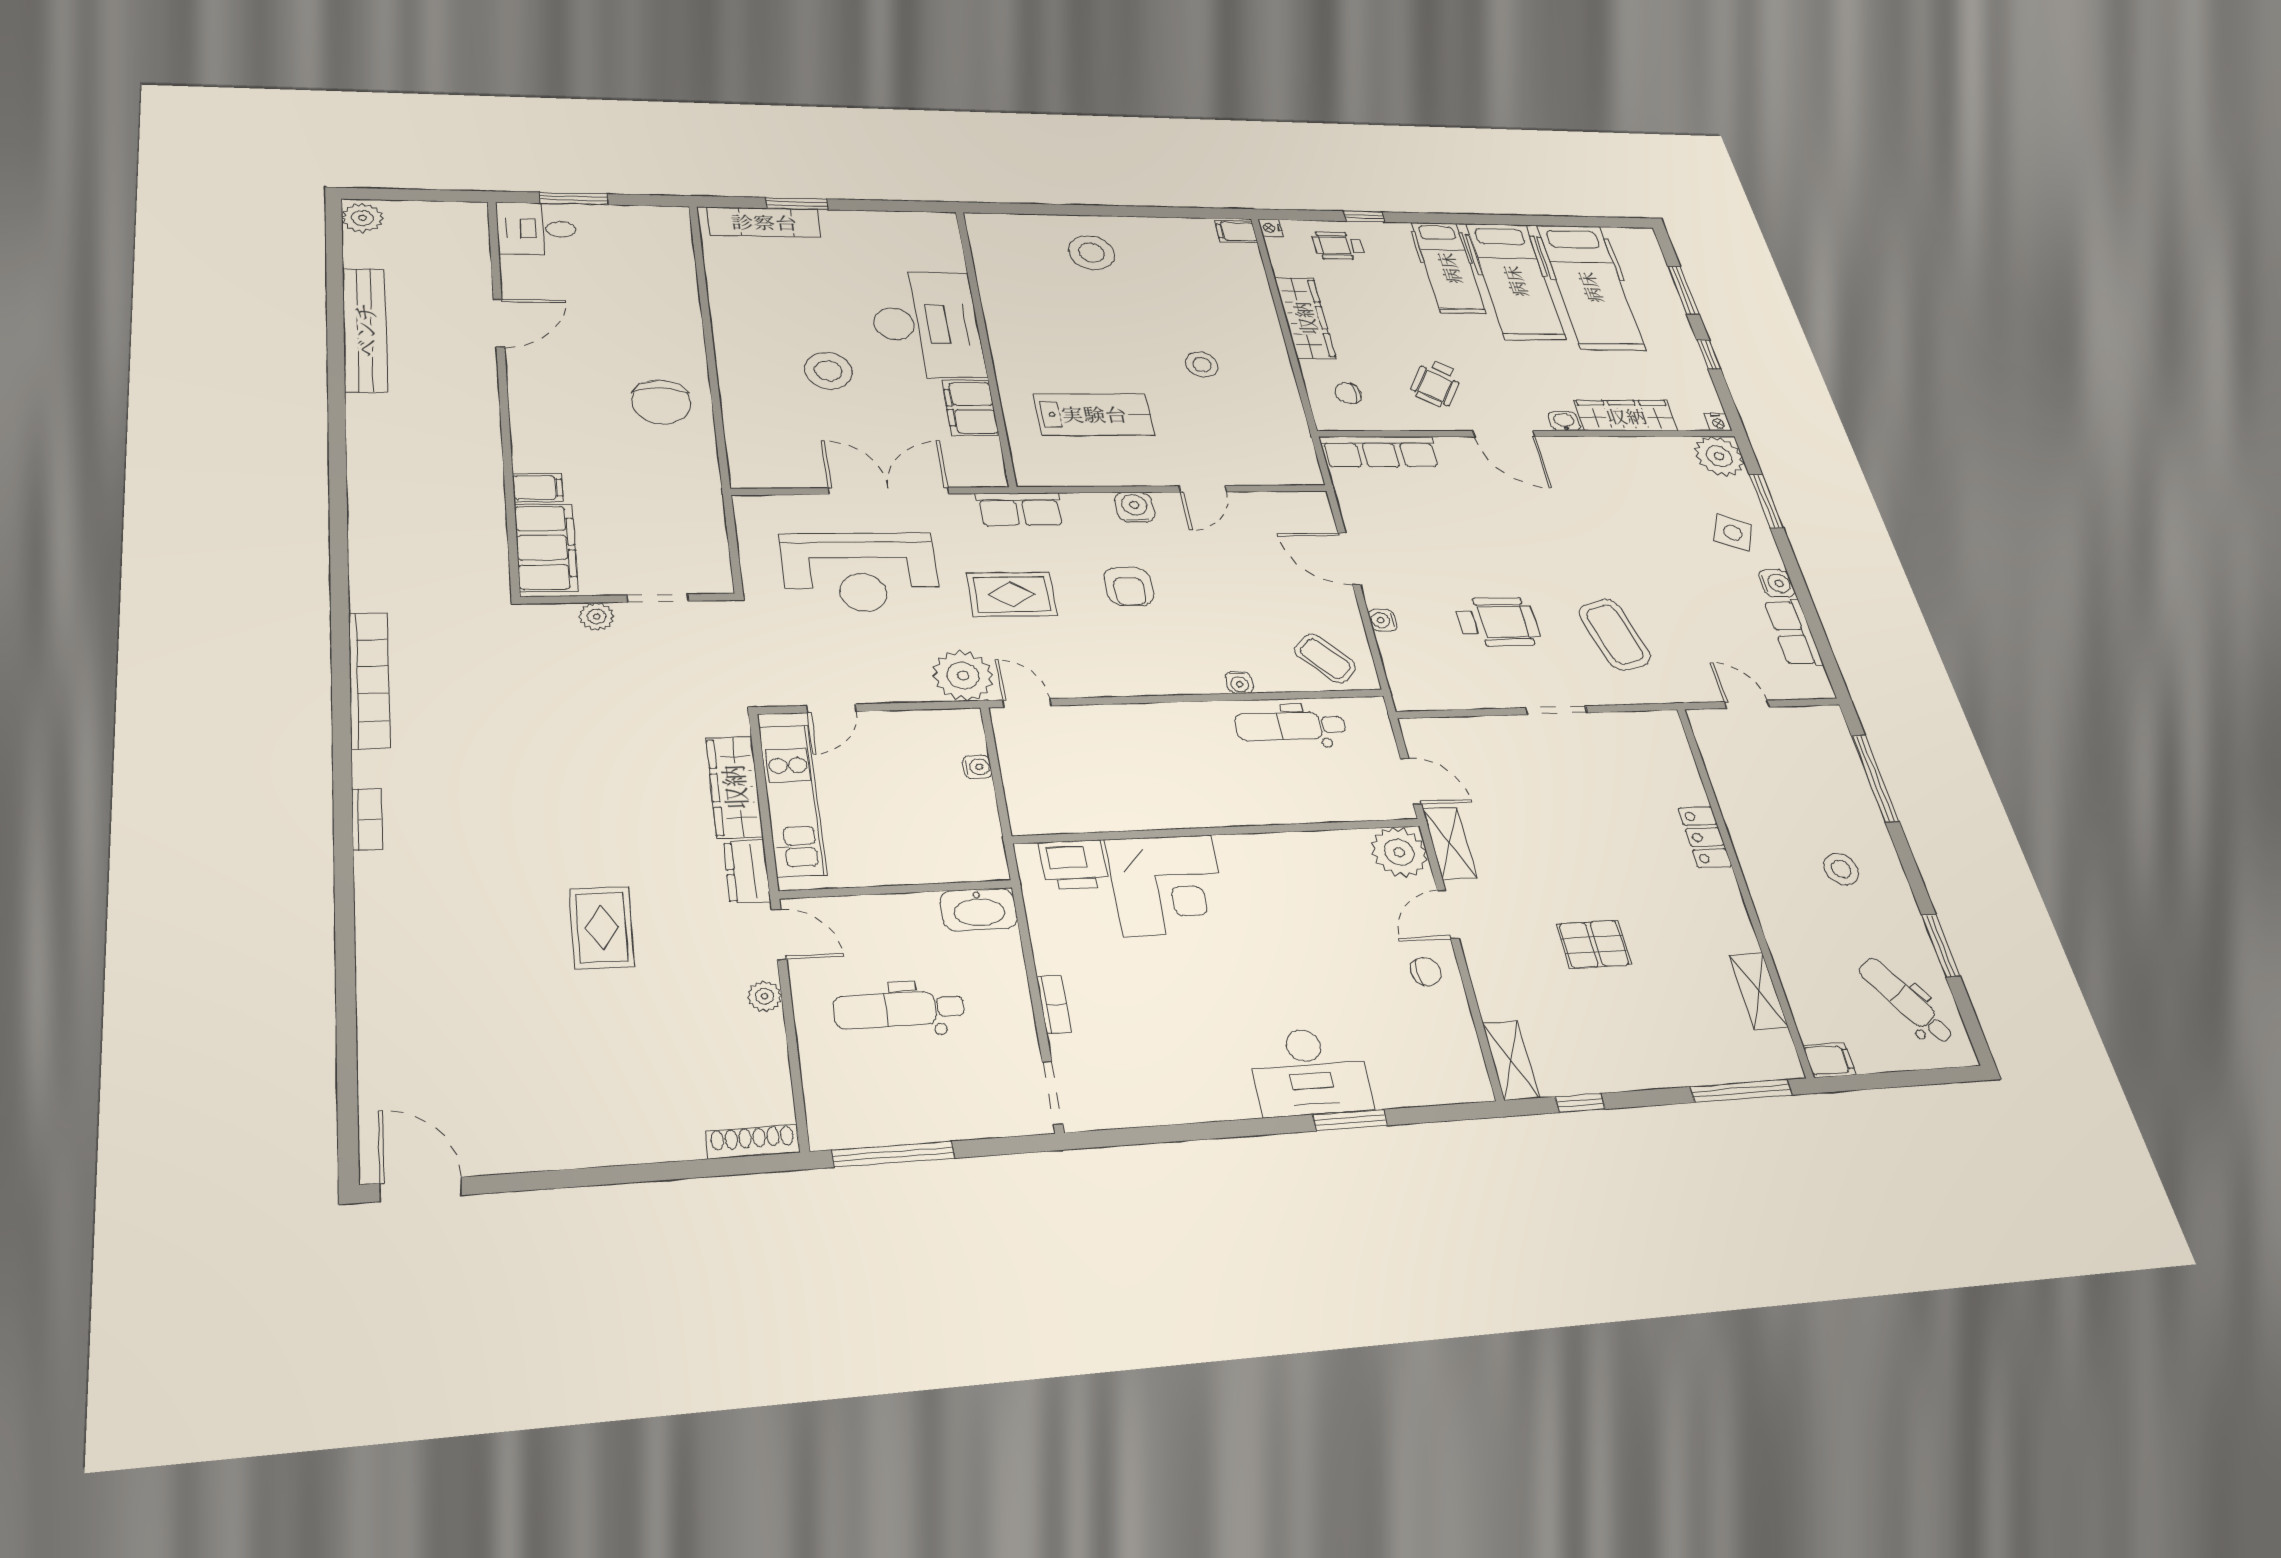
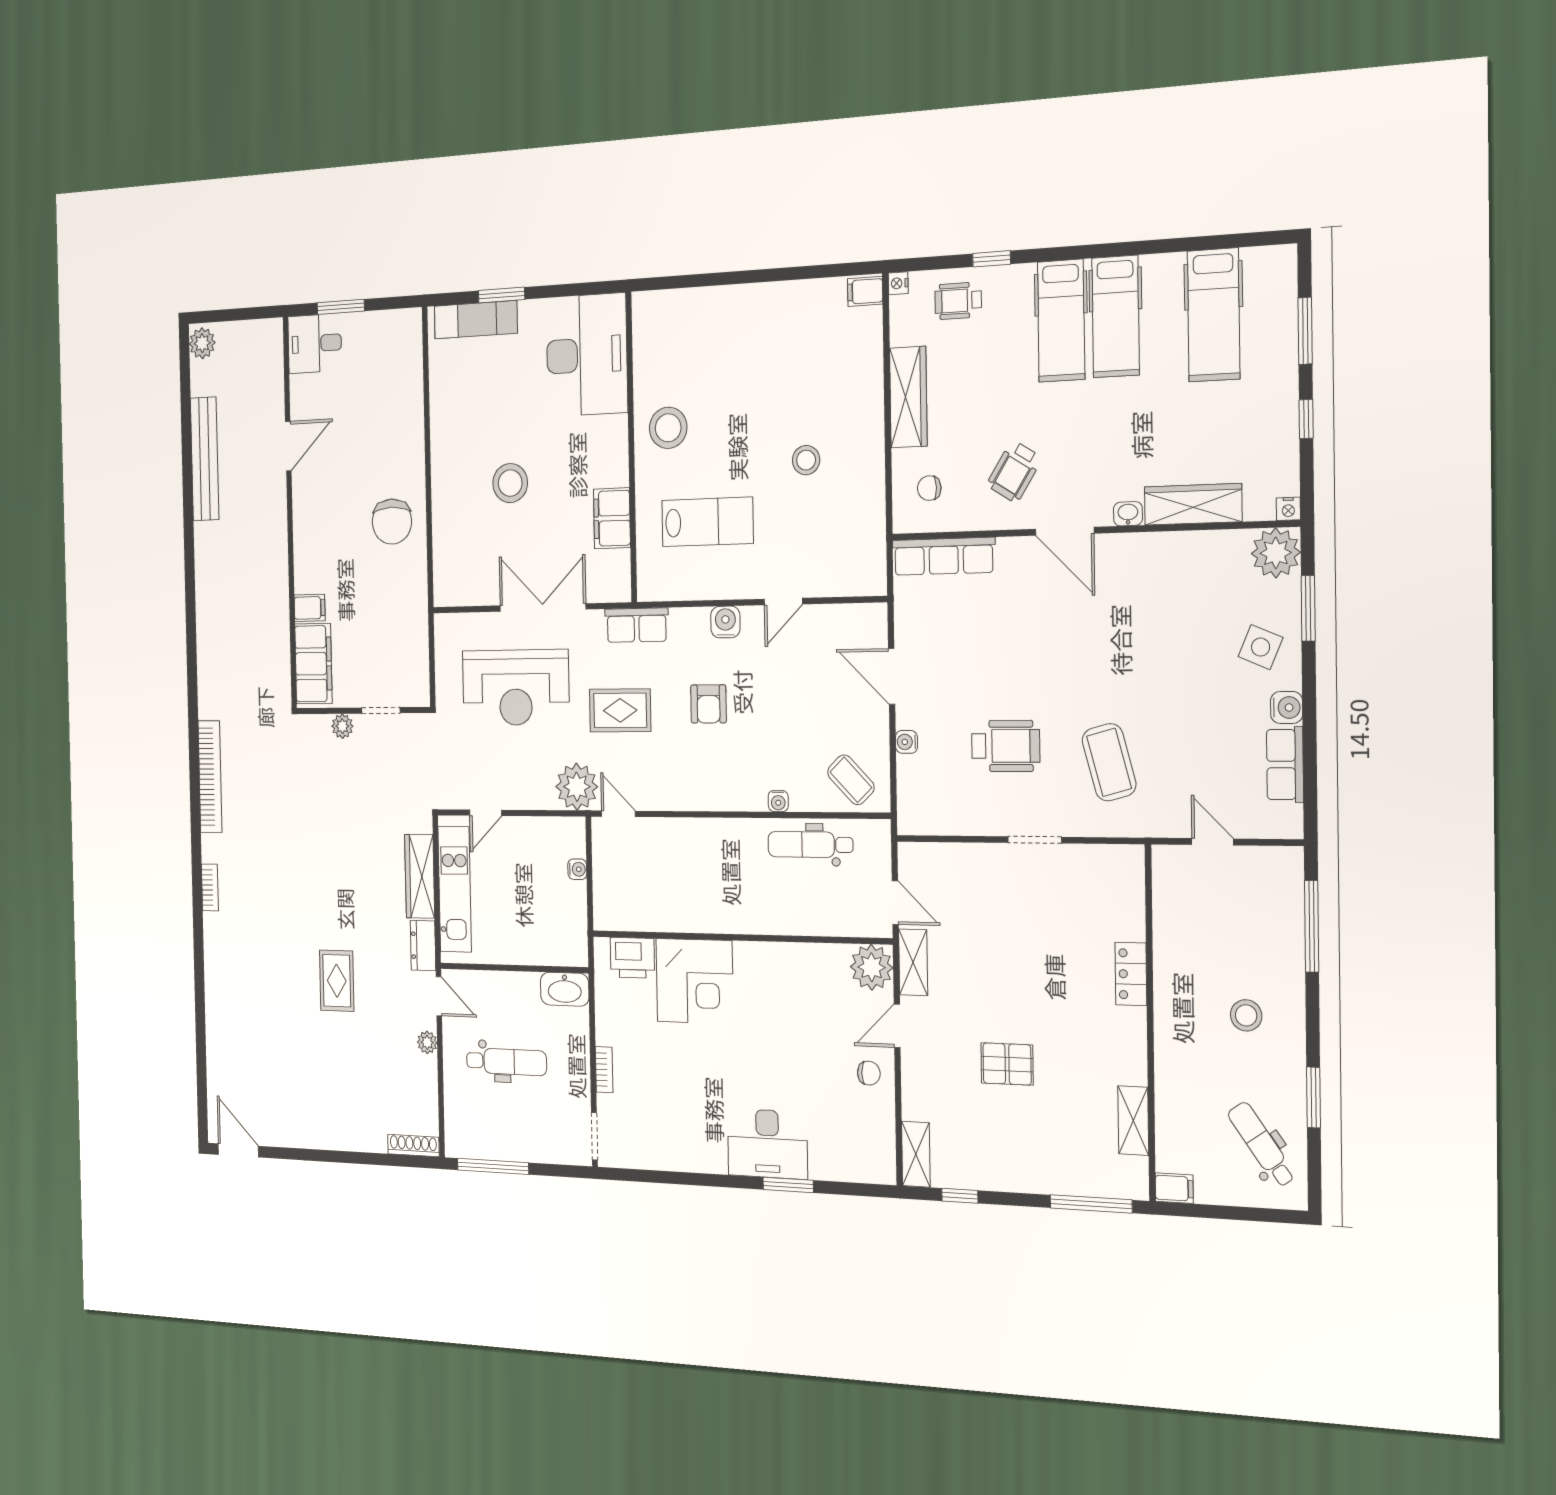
stool: (1092, 253) -> (668, 428), moved
hospital bed: (1515, 281) -> (1116, 316), width x0.73, depth x0.77
hospital bed: (1590, 287) -> (1214, 315), width x0.73, depth x0.78
desk: (926, 324) -> (587, 355), moved
dental chair: (899, 1009) -> (506, 1062), turned 180

